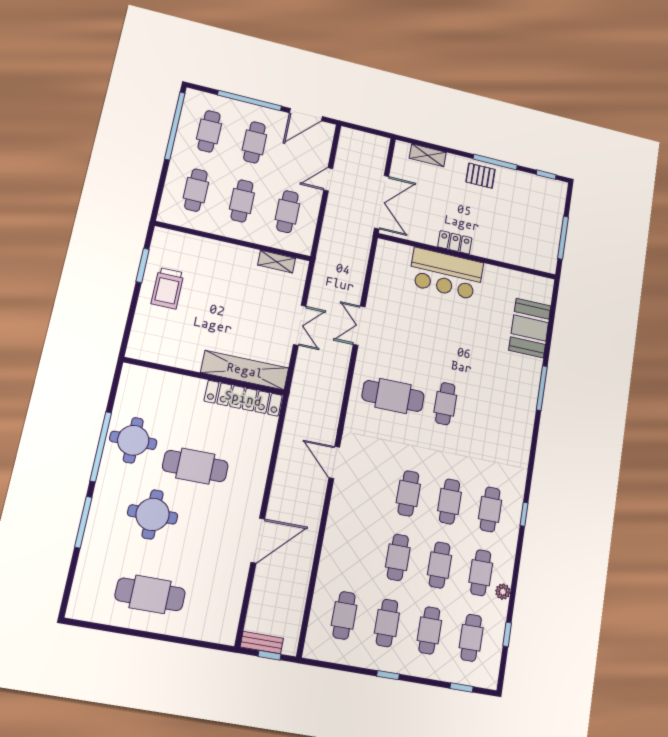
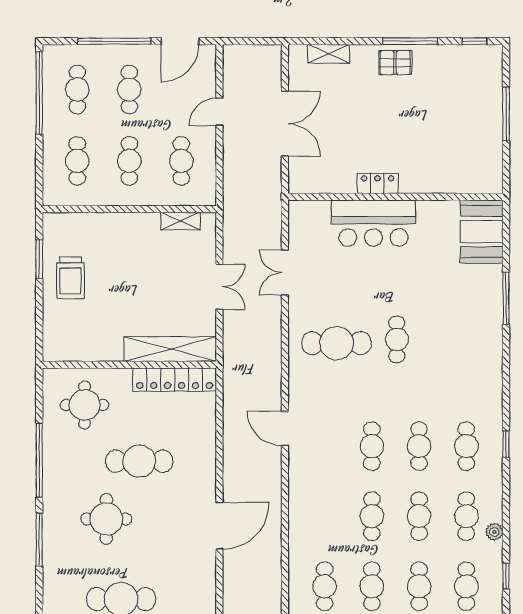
locker: (455, 242) -> (378, 183), moved
wall: (468, 257) -> (395, 197), moved
bar counter: (446, 274) -> (373, 223), moved
round table: (133, 440) -> (84, 405), moved

